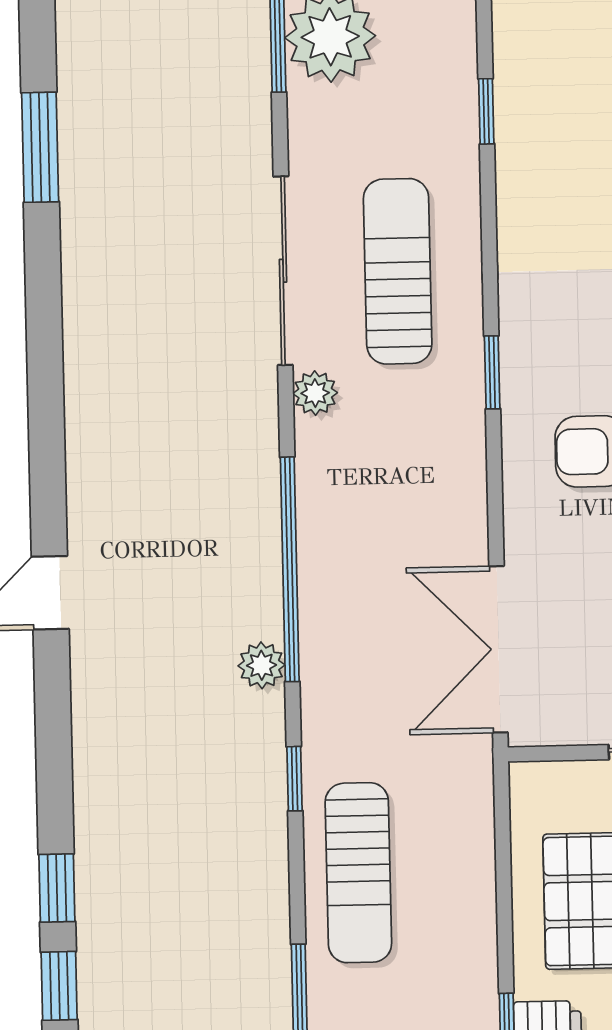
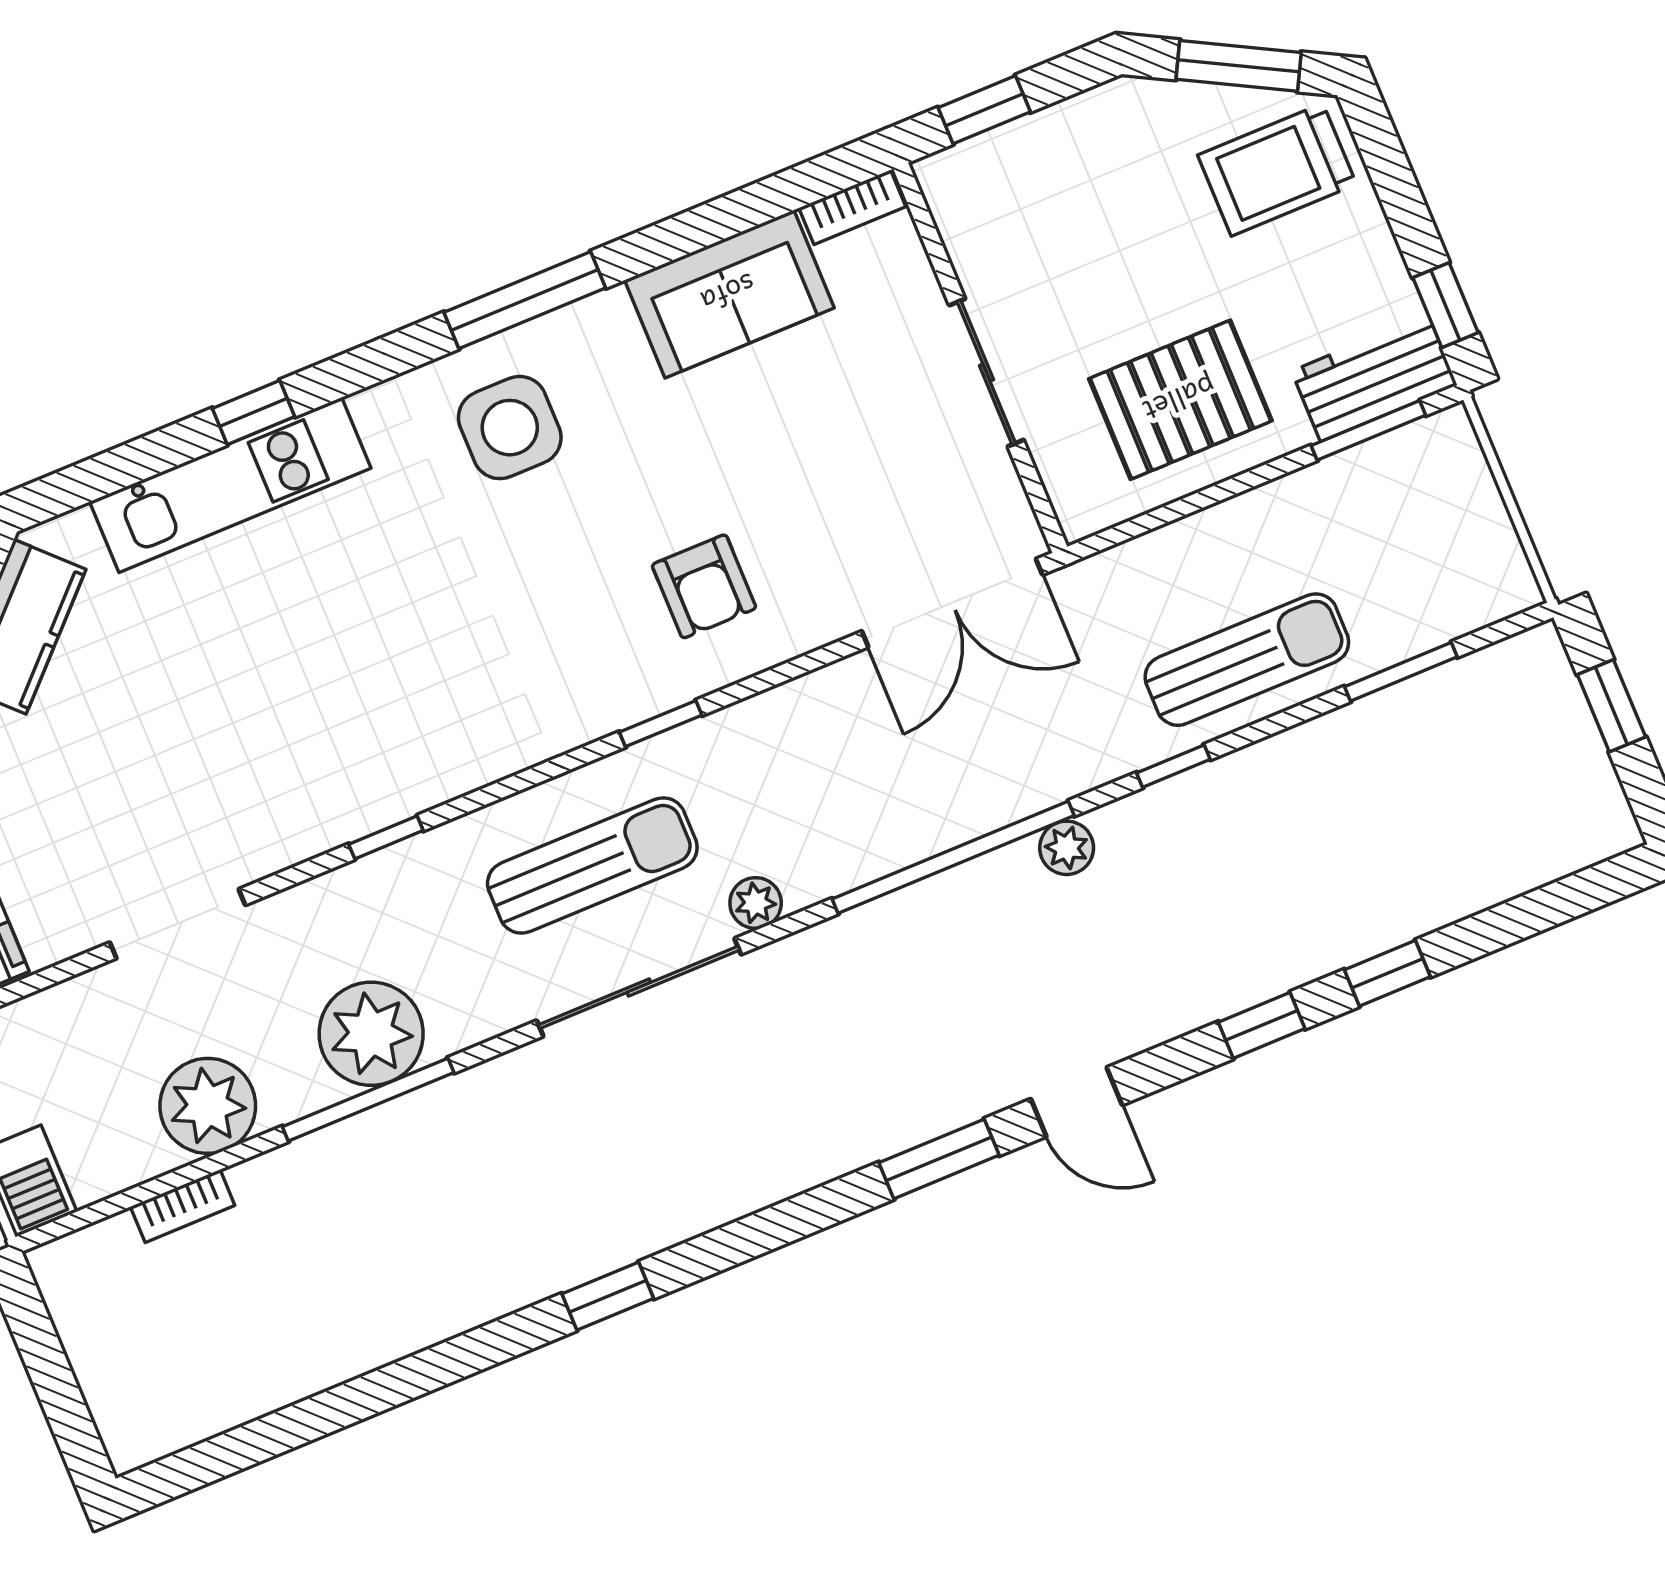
window: (40, 147) -> (608, 1296), width x0.67
sun lounger: (398, 271) -> (592, 865), turned 180
window: (47, 462) -> (939, 1159), added
window: (59, 986) -> (1262, 1025), moved

